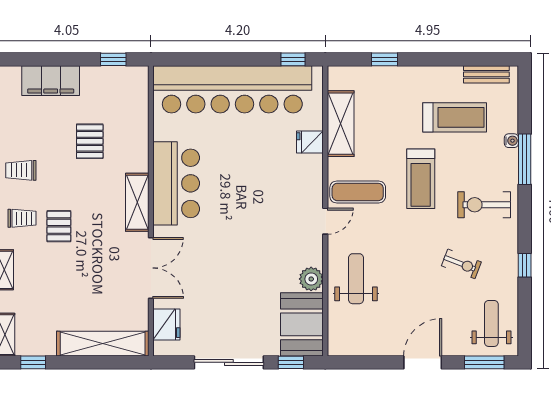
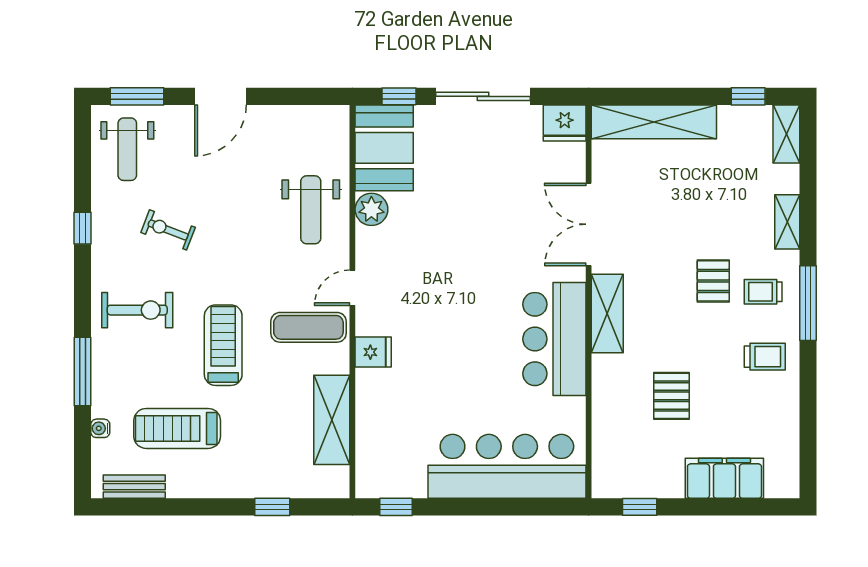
bar counter: (232, 89) -> (507, 466), width x0.73
water cooler: (511, 141) -> (100, 428), moved
fridge: (310, 142) -> (373, 352), moved
fridge: (166, 325) -> (565, 123), moved, turned -90

